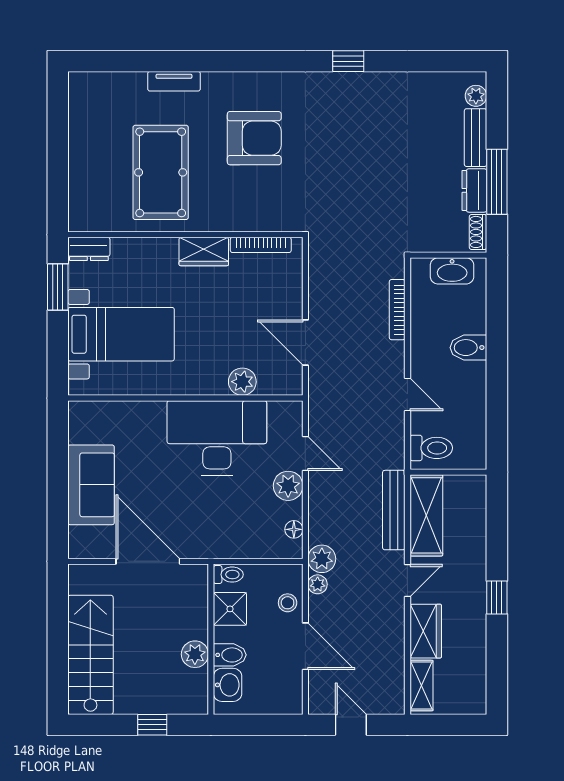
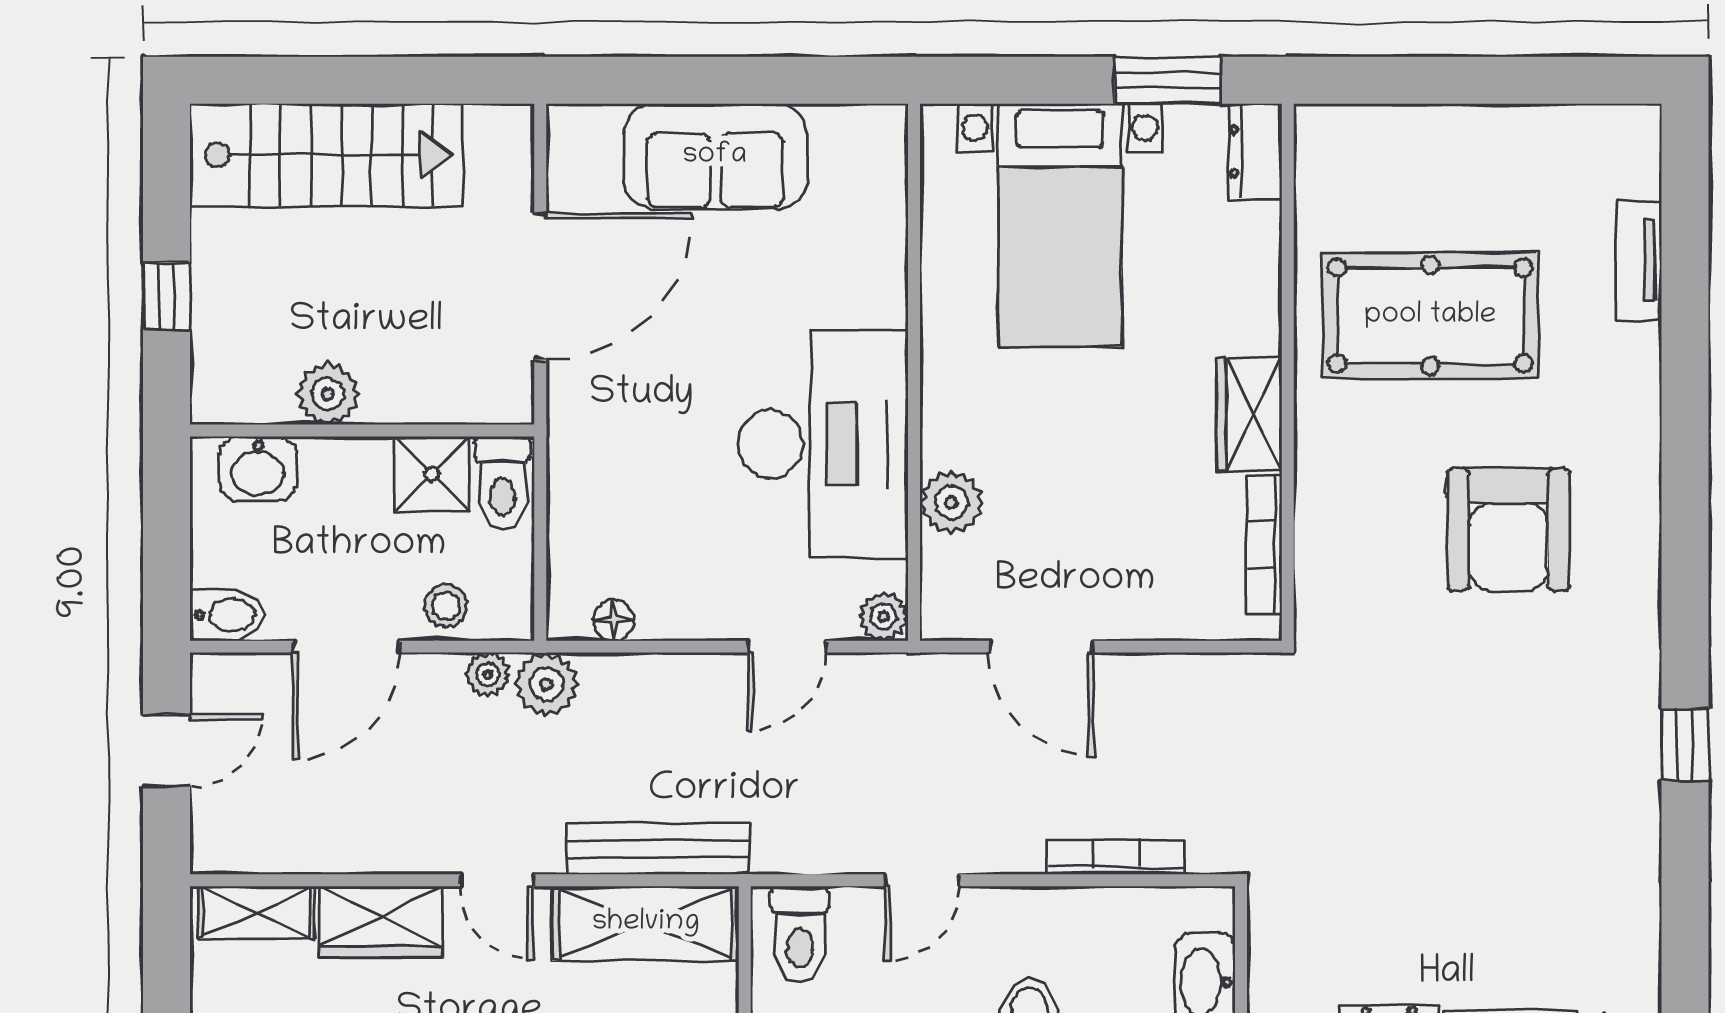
tv unit: (174, 81) -> (1639, 260), moved
door: (305, 342) -> (1041, 647), swing flipped
plant: (288, 486) -> (884, 616), moved, width x0.73, depth x0.73
toilet: (228, 575) -> (503, 483), width x1.37, depth x1.39
bidet: (230, 655) -> (227, 615), moved, turned -90

